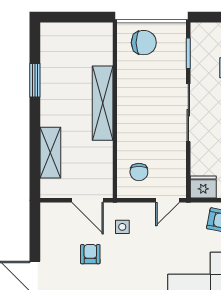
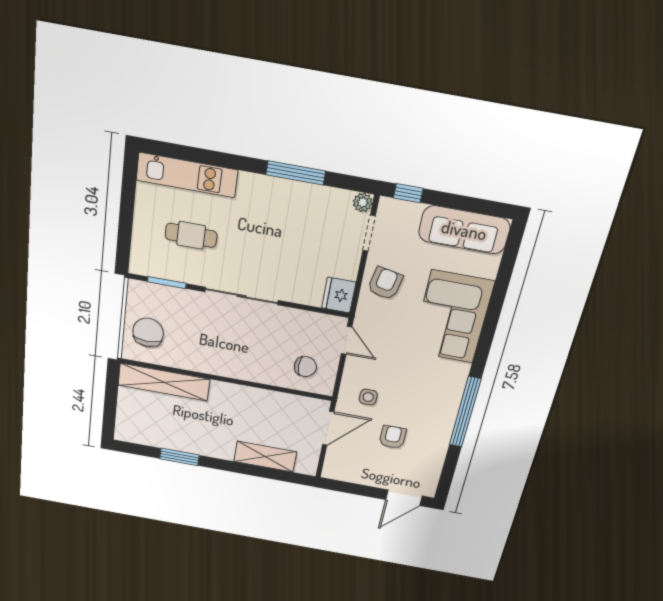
shelving: (103, 103) -> (164, 382), moved
armchair: (90, 254) -> (393, 437), turned 90

